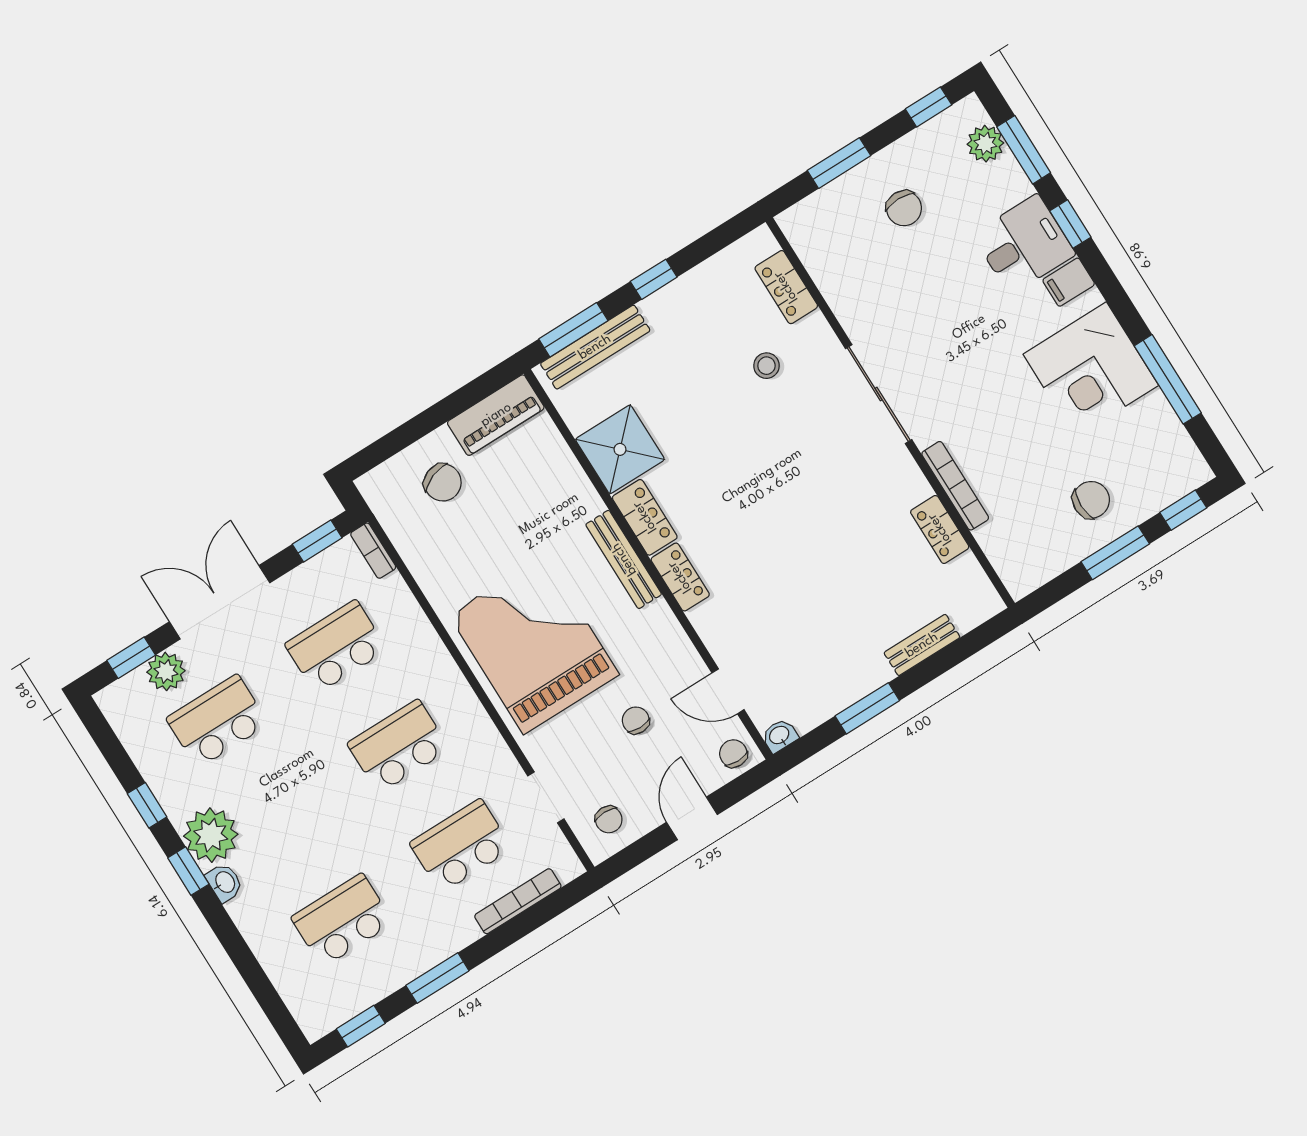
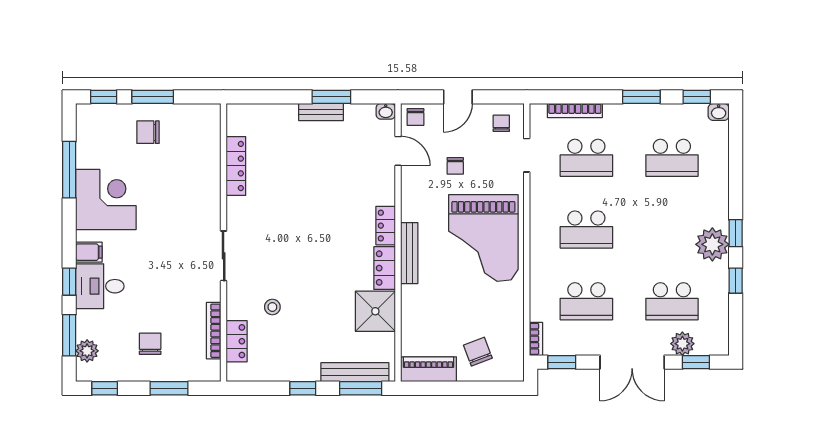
sliding door: (879, 394) -> (224, 256), width x0.73
bookcase: (955, 486) -> (214, 331), moved
locker: (940, 529) -> (236, 166), width x1.53
bench: (922, 645) -> (321, 112), moved
washbasin: (225, 882) -> (719, 112), moved, turned -90

